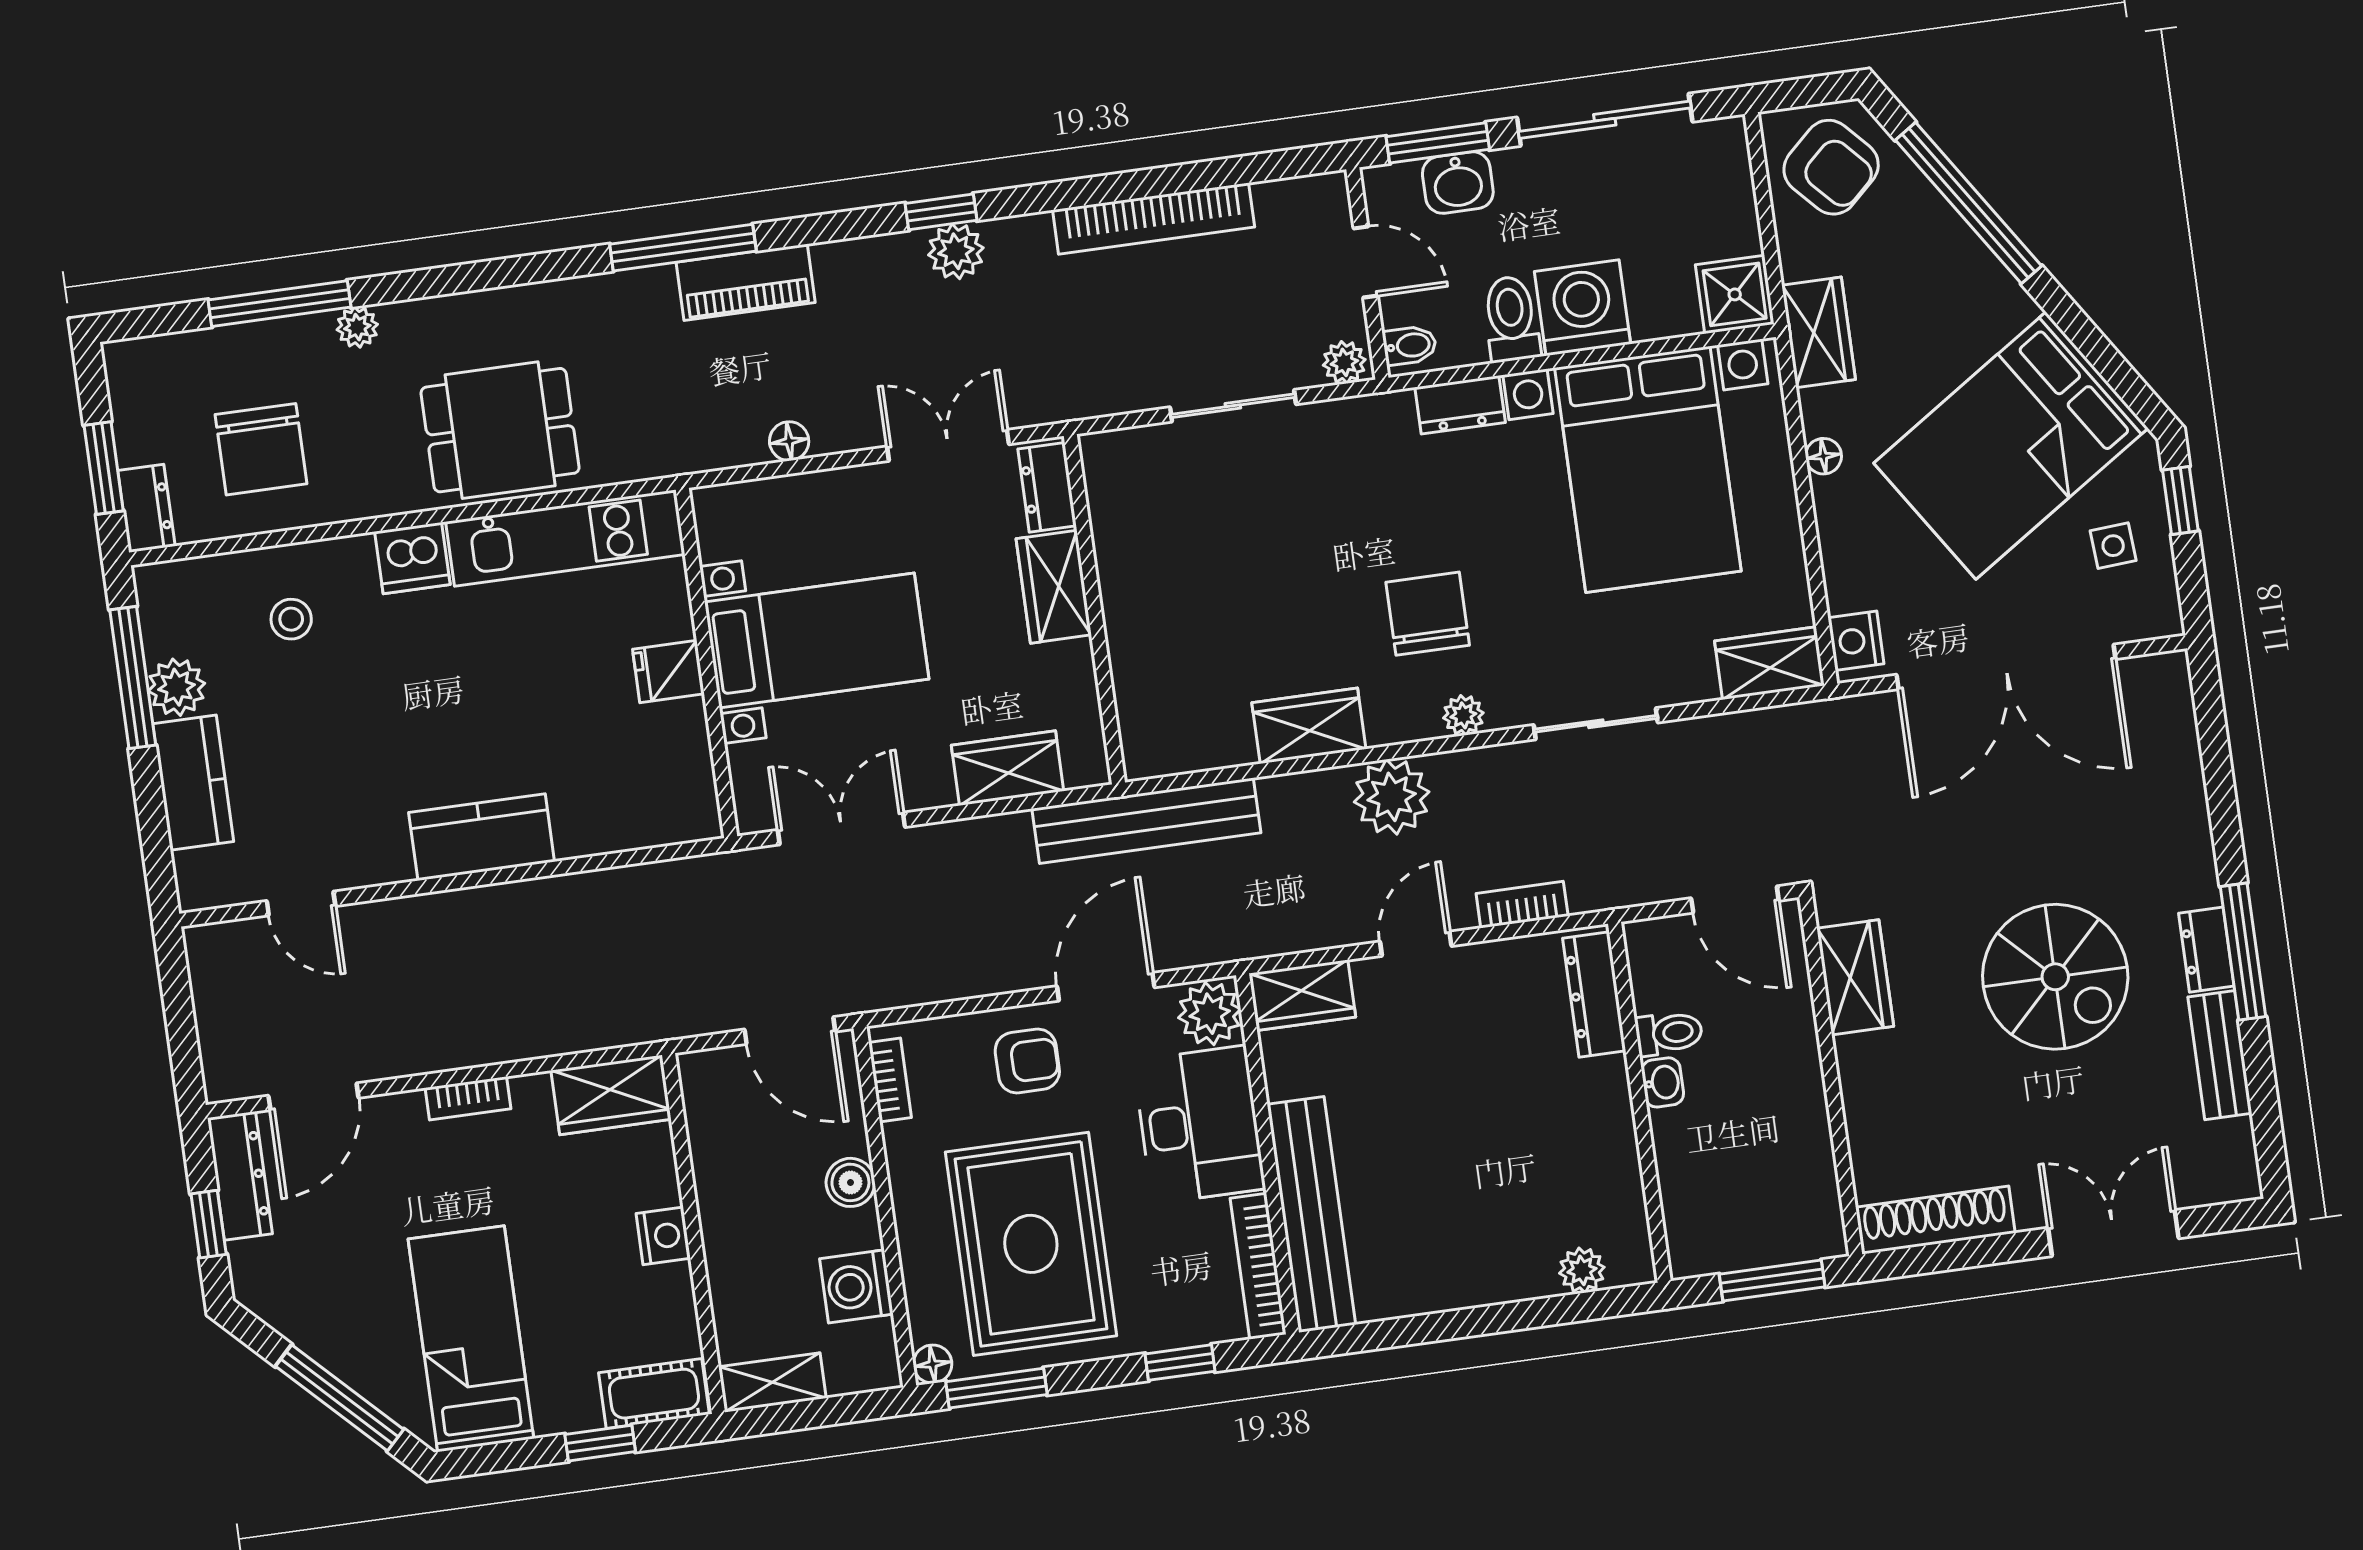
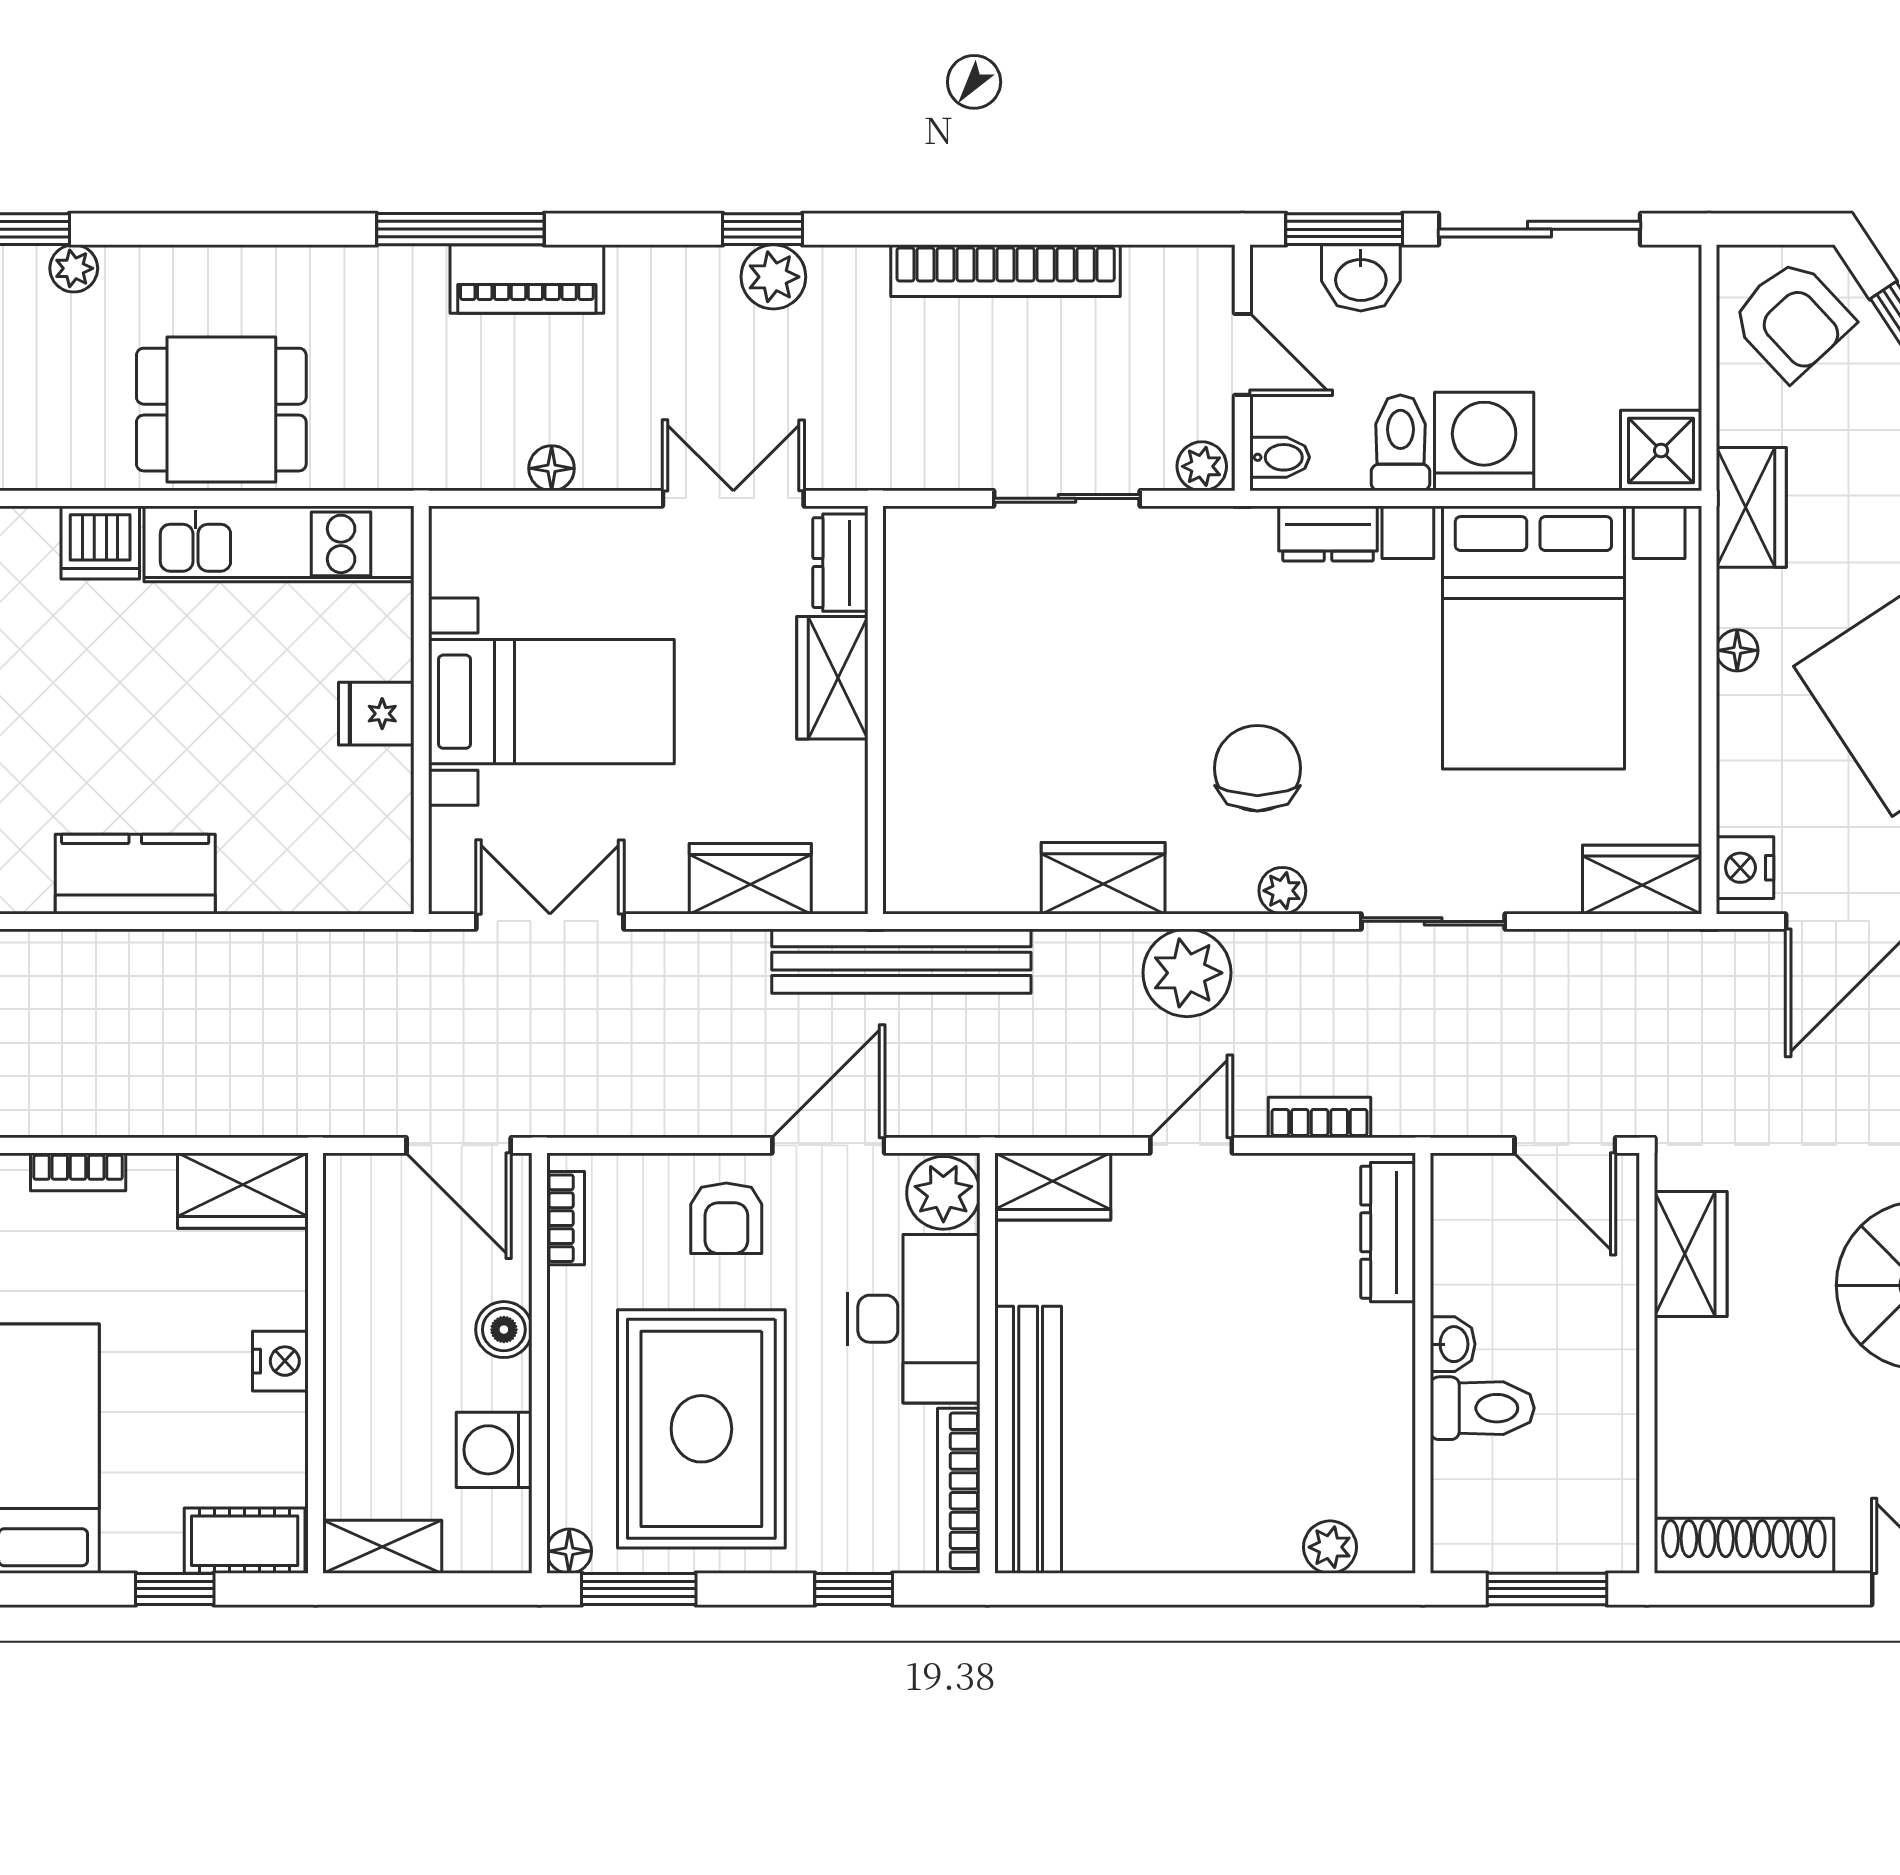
toilet: (1669, 1033) -> (1482, 1408), moved, width x1.37, depth x1.39
armchair: (1027, 1061) -> (726, 1218), turned 90

